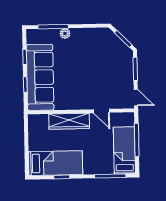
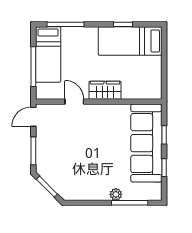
door: (136, 98) -> (33, 117), hinge flipped
wardrobe: (69, 121) -> (105, 90), width x0.67

